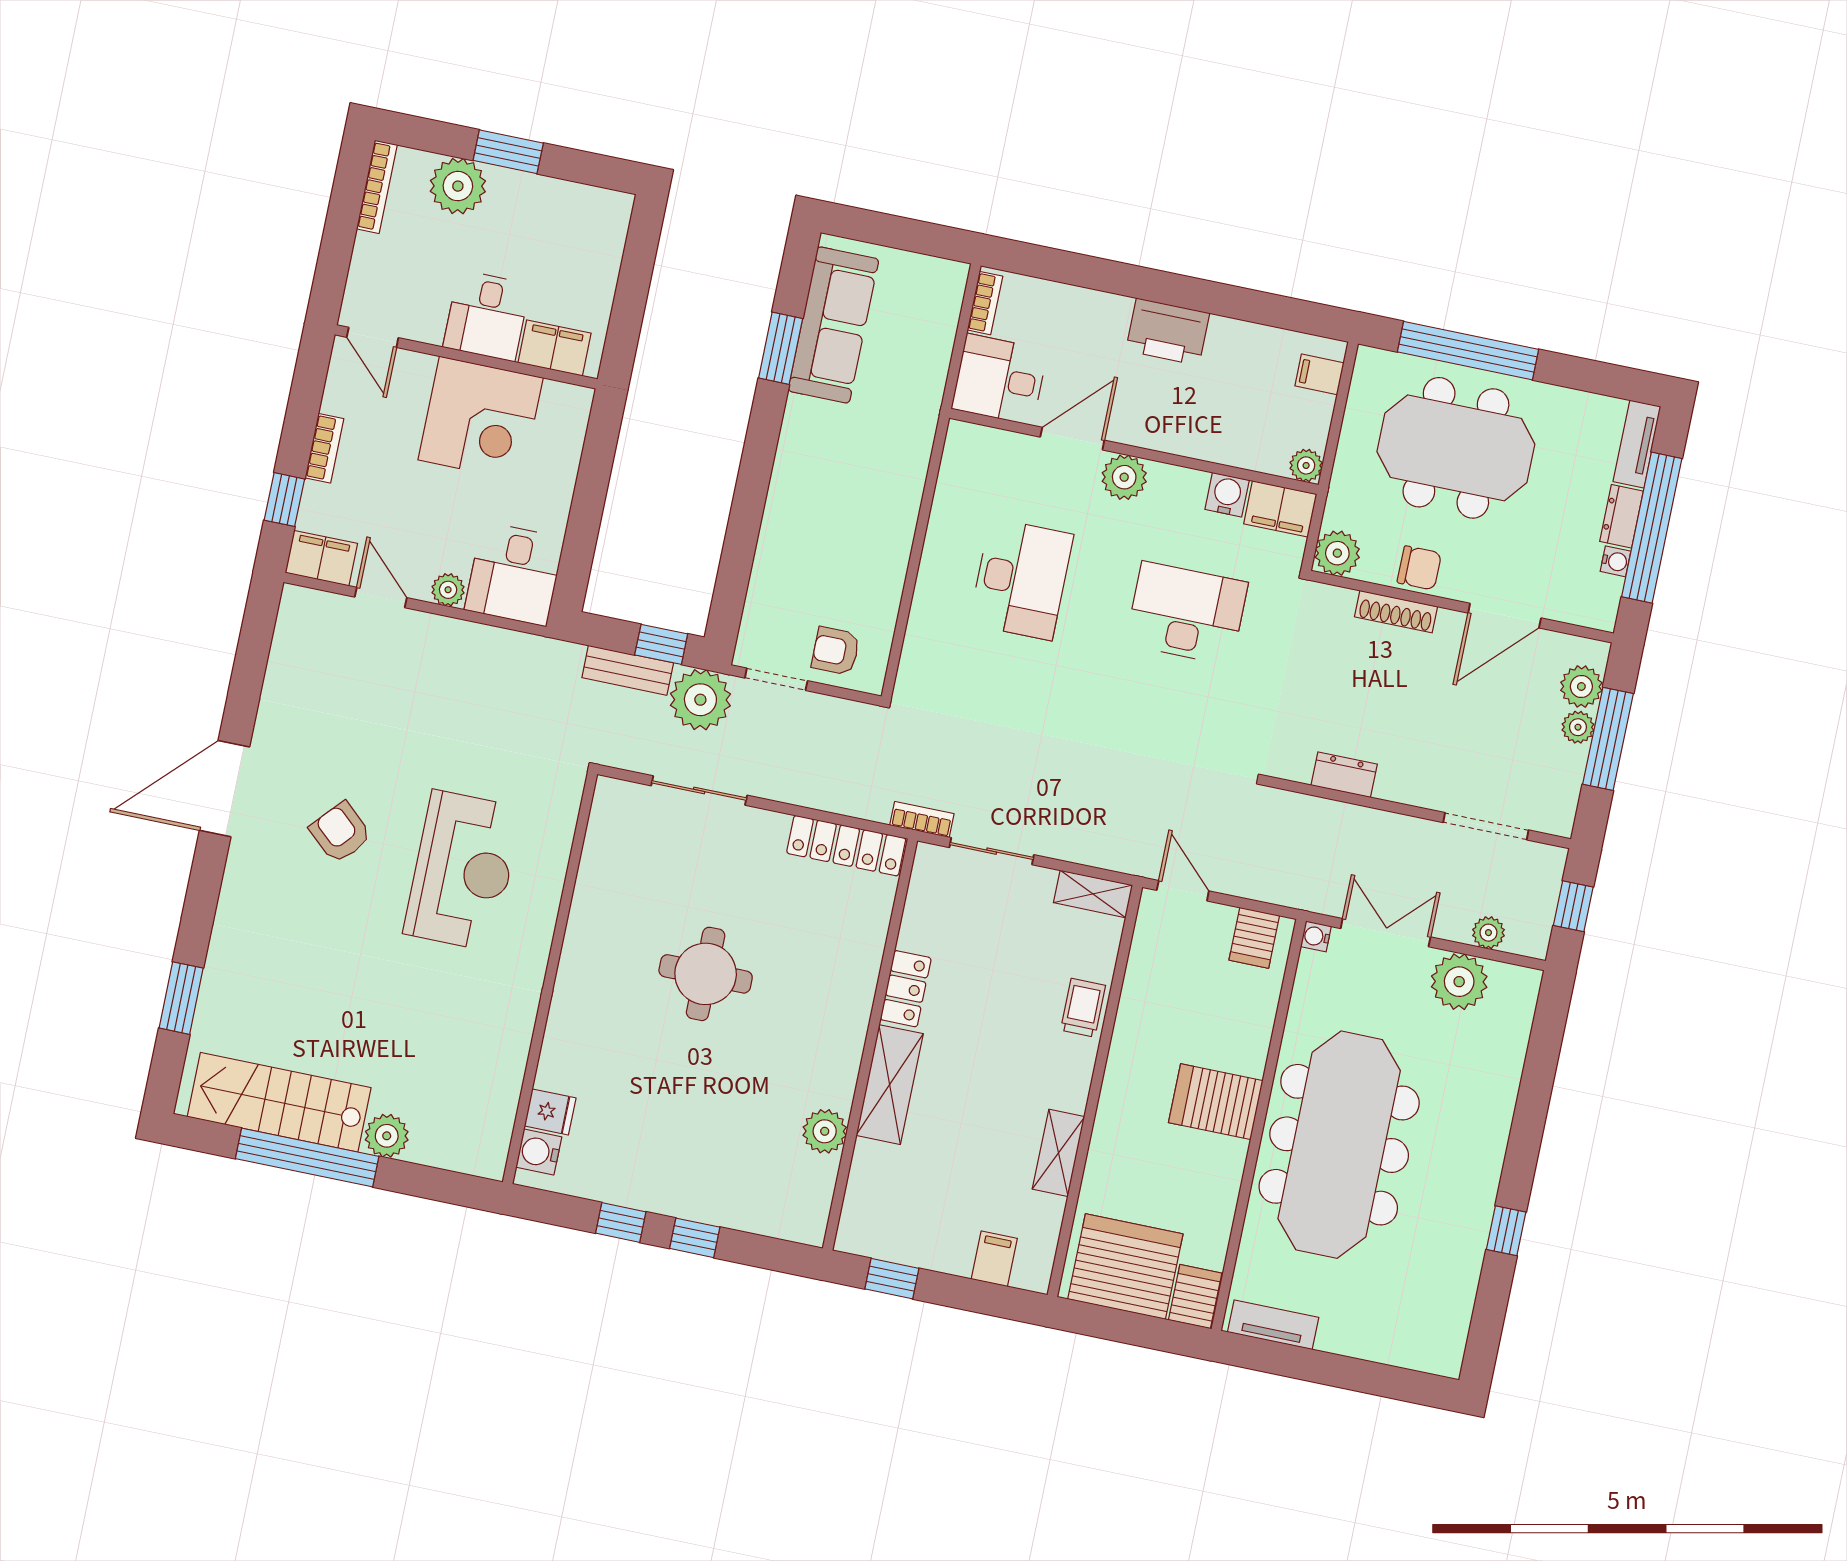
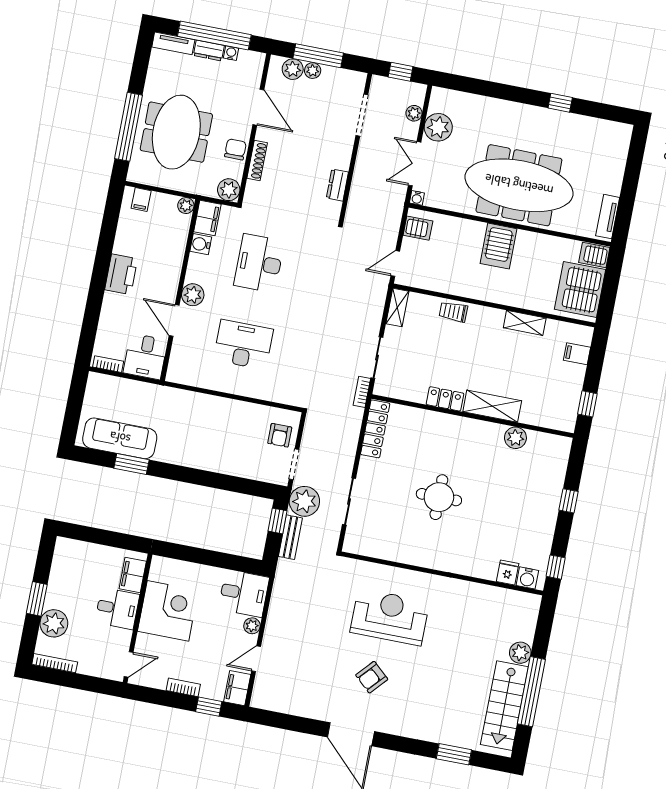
window: (621, 1222) -> (556, 567), moved

